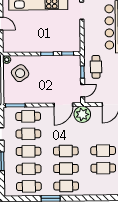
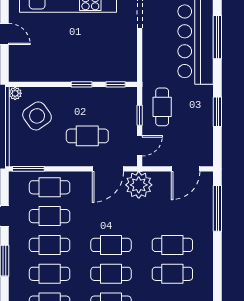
cafe table: (51, 85) -> (87, 136), added

